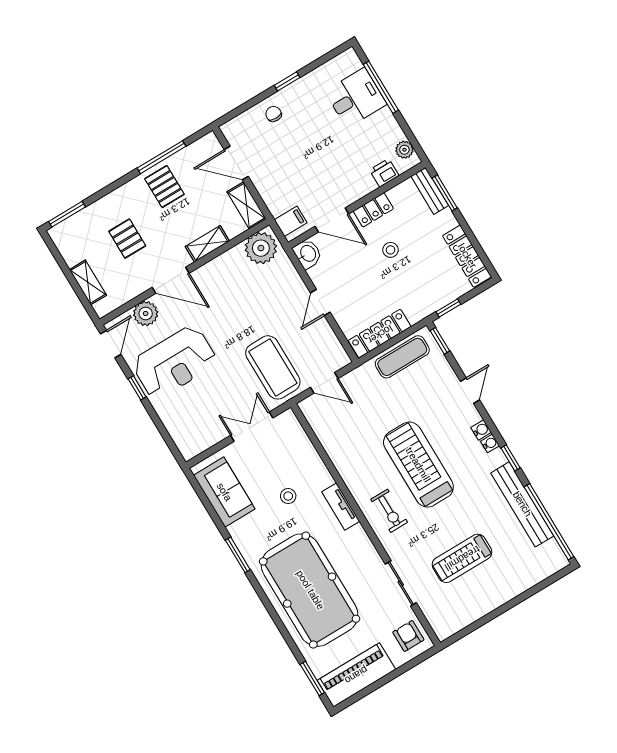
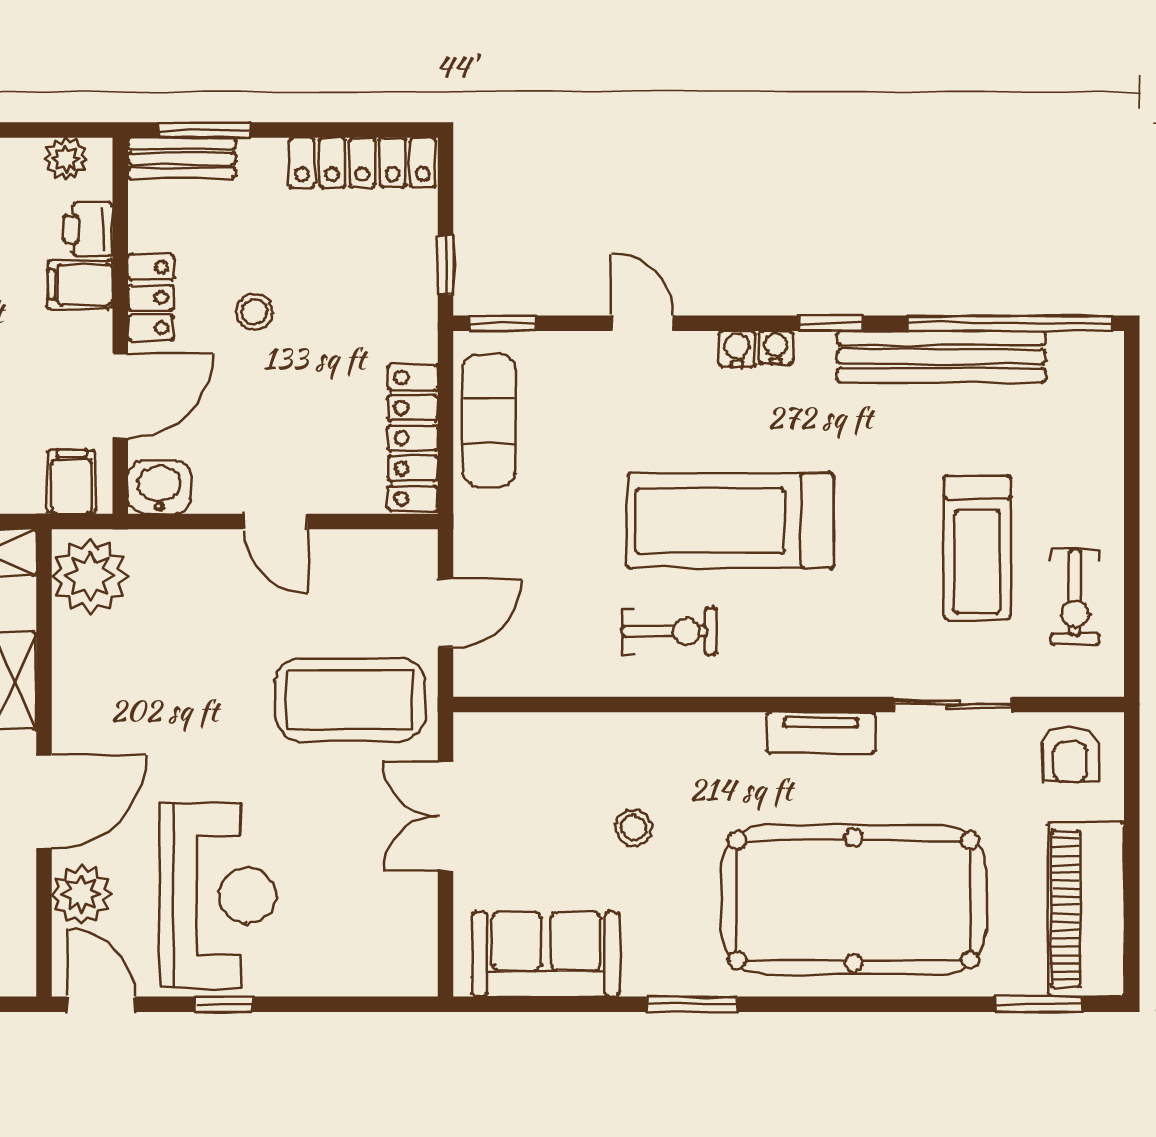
filing cabinet: (363, 182) -> (80, 285), added
tv unit: (341, 507) -> (821, 733), moved
exercise bike: (389, 511) -> (669, 631), moved
exercise bike: (465, 604) -> (1075, 597), added
armchair: (408, 636) -> (1070, 754), turned -90

